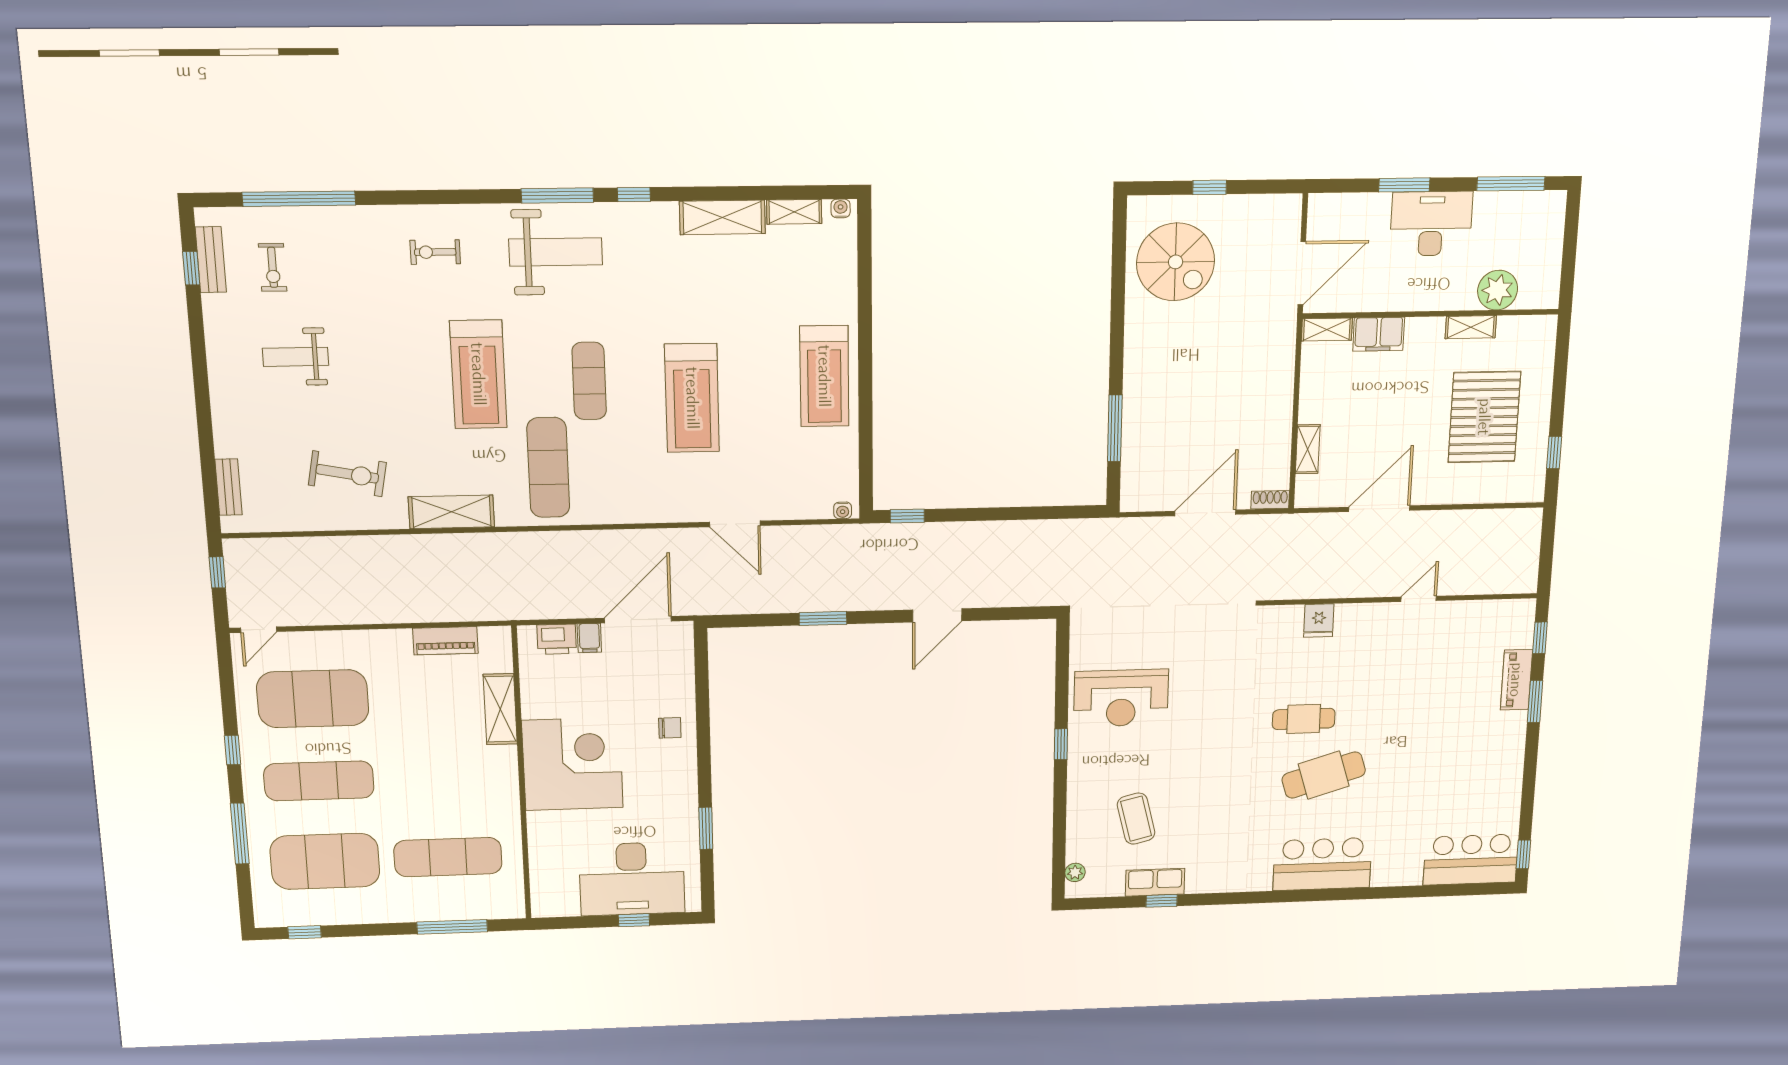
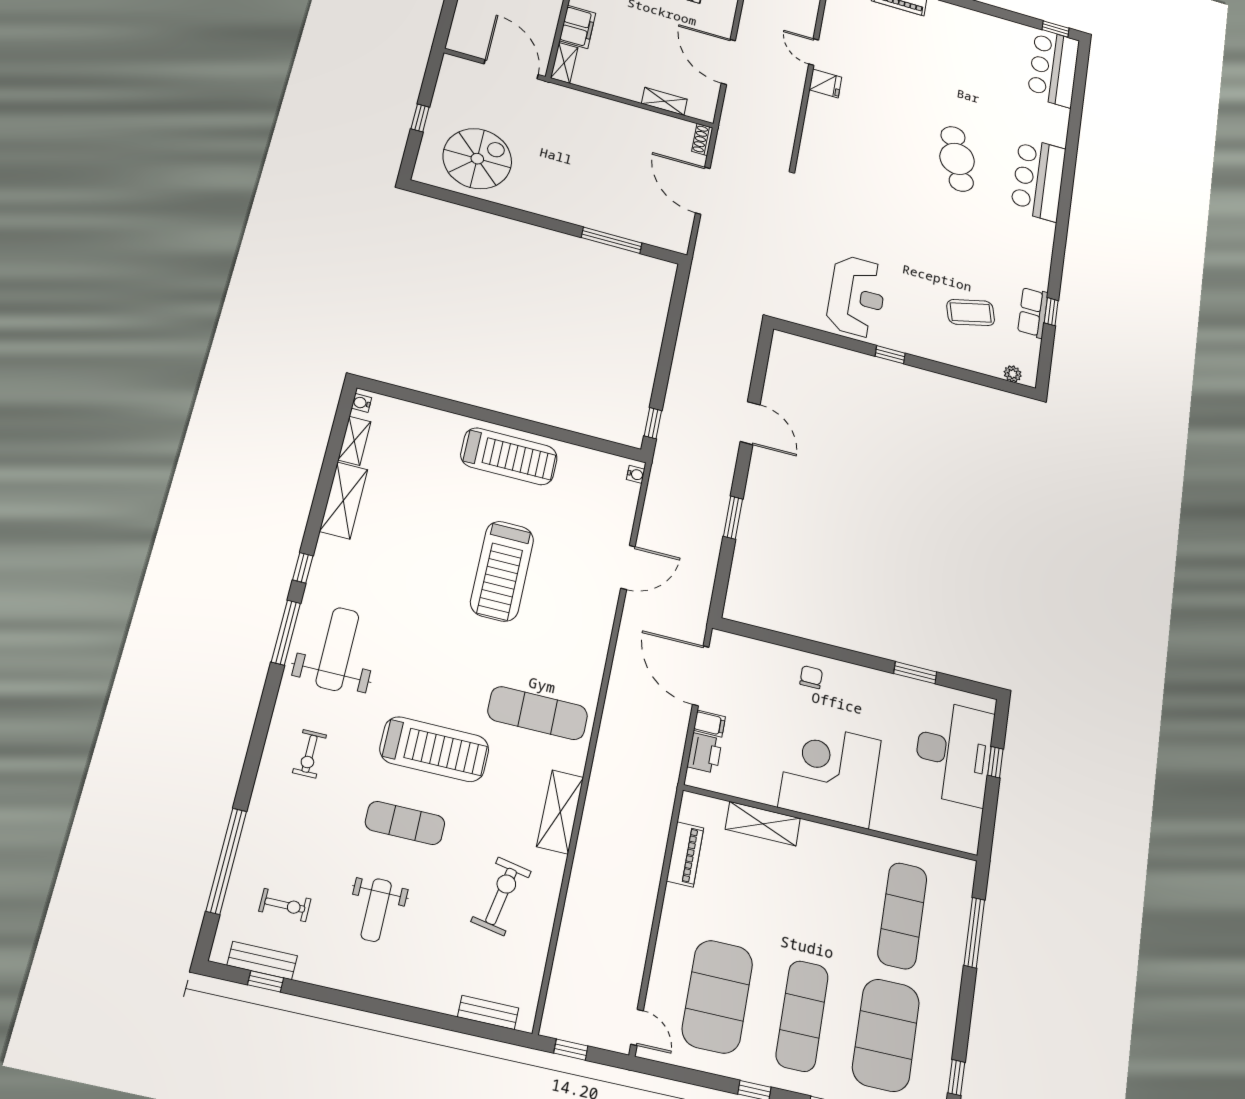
exercise mat: (589, 381) -> (405, 823), moved
treadmill: (692, 398) -> (502, 571), turned 90
fridge: (1319, 620) -> (825, 83), moved
cafe table: (1304, 719) -> (903, 162), removed

